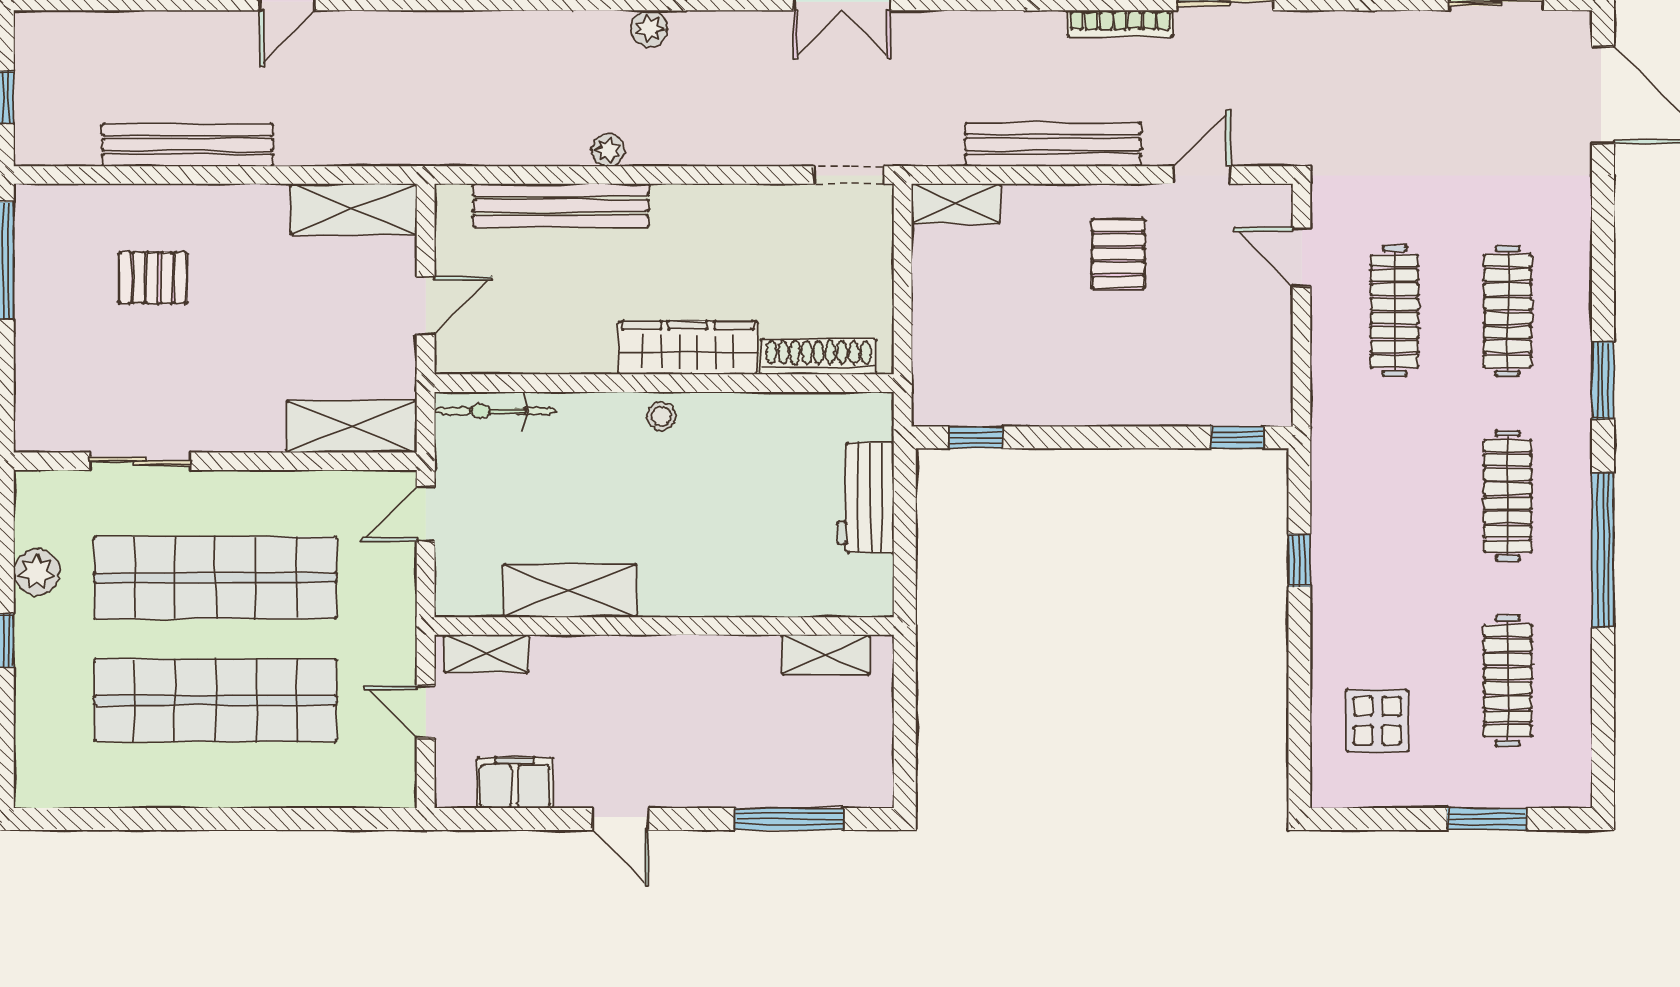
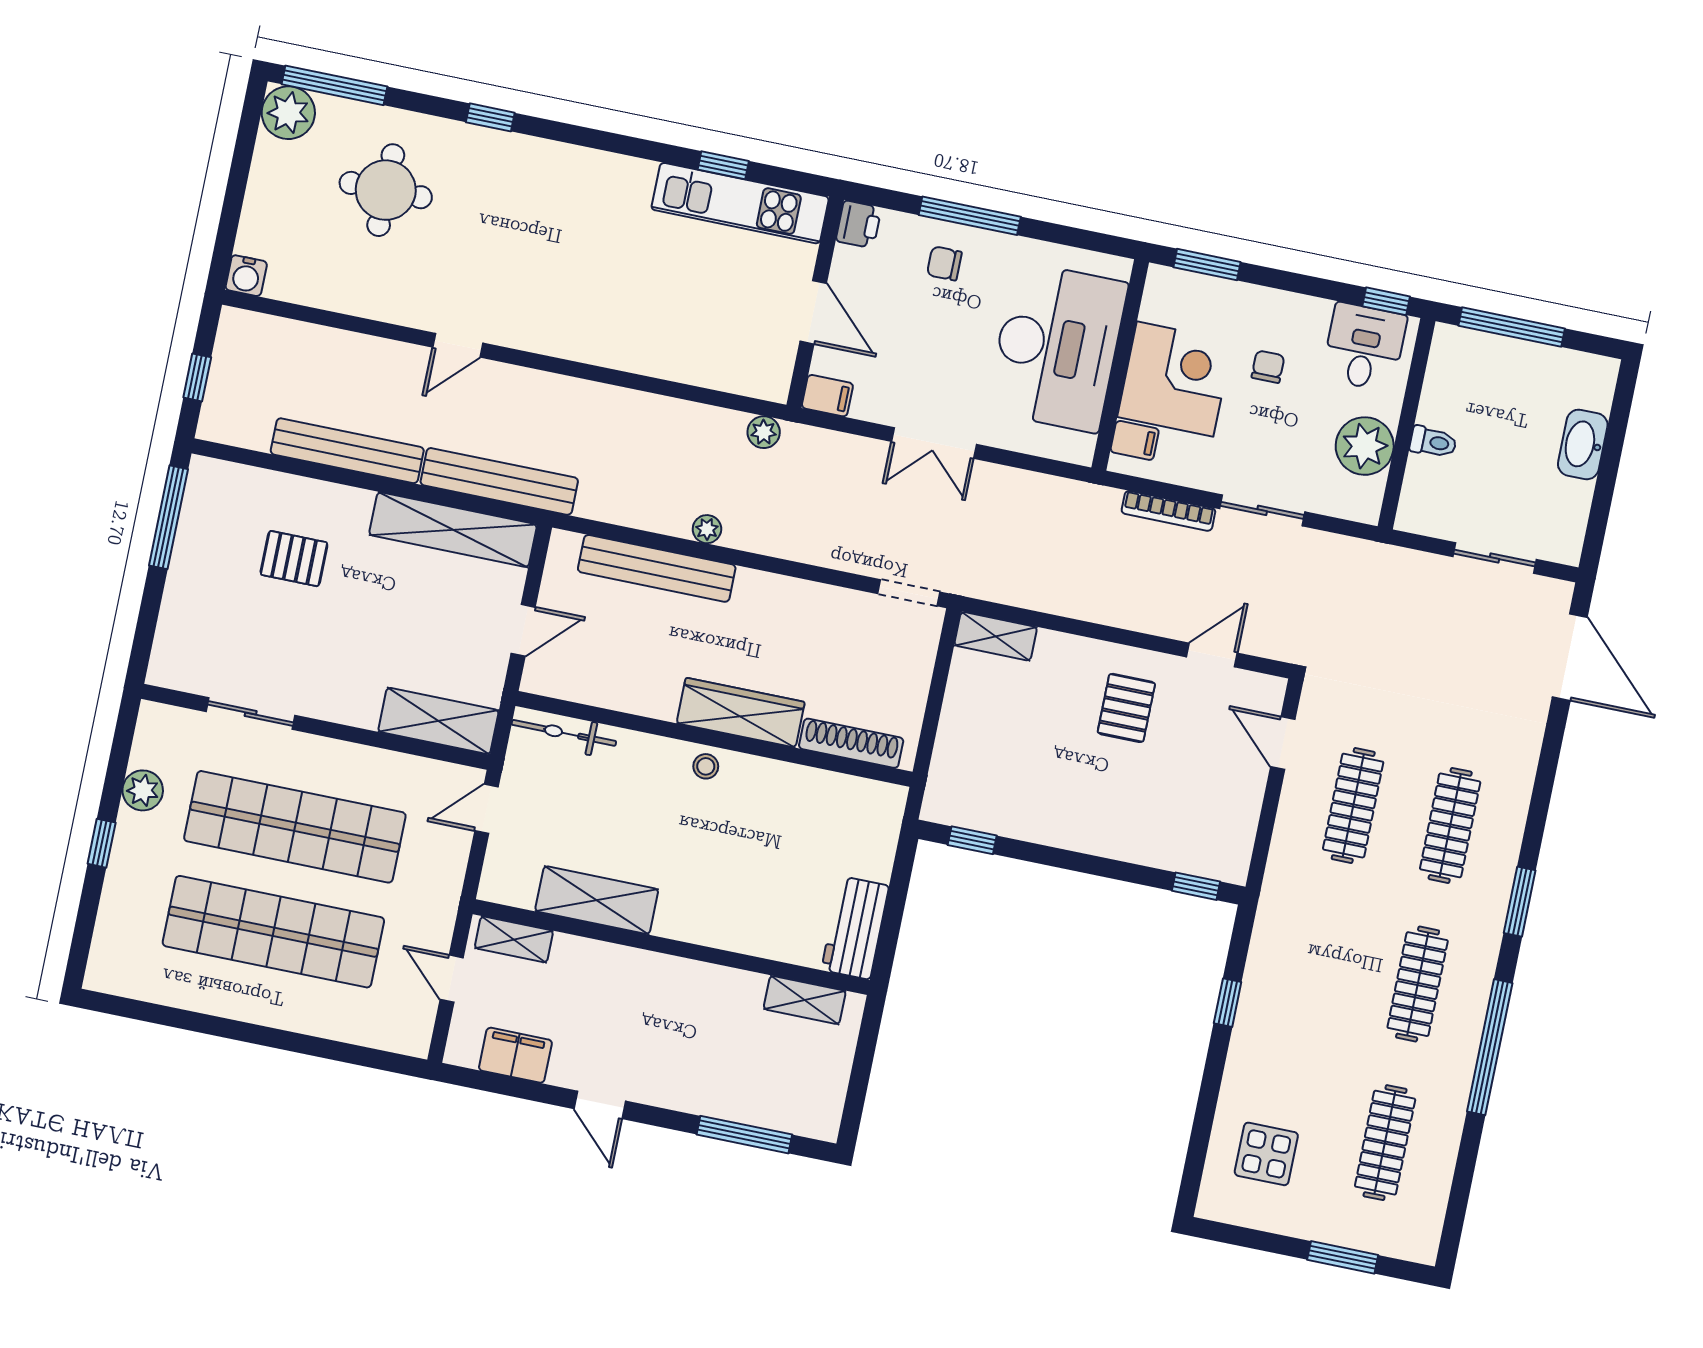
bench: (1053, 144) -> (499, 481), moved
shelving: (354, 209) -> (453, 530), width x1.47
workbench: (865, 498) -> (855, 928), moved

